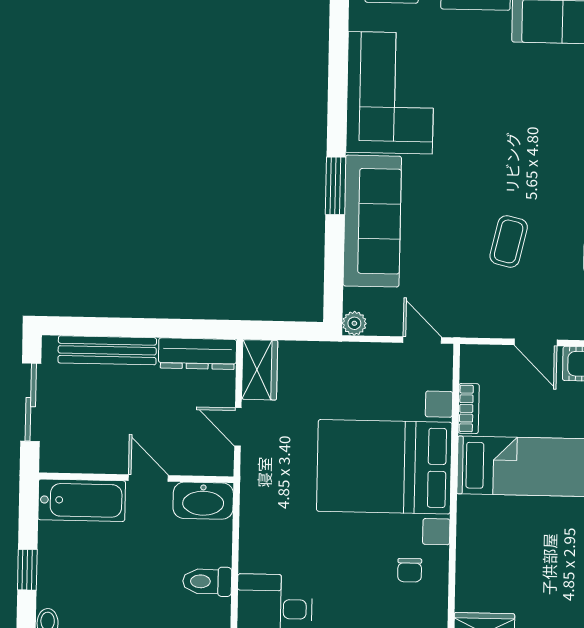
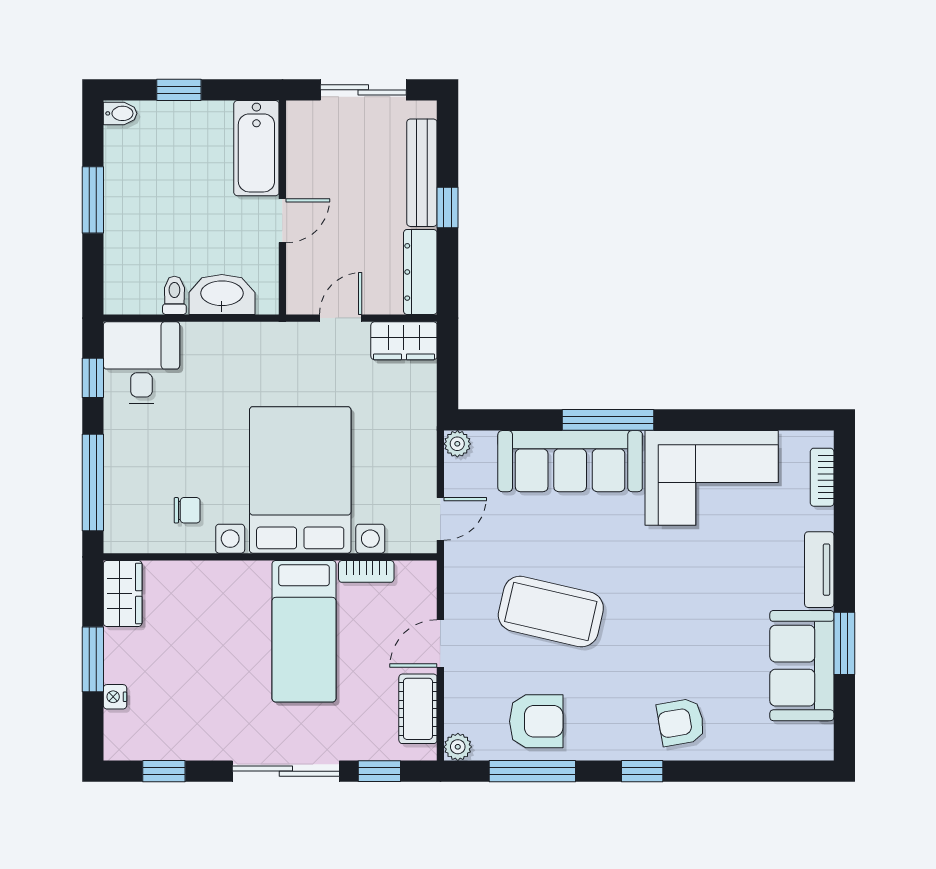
window: (336, 186) -> (608, 420), width x1.44
coffee table: (509, 241) -> (551, 612), width x1.86, depth x1.72
window: (139, 328) -> (447, 208), added
washbasin: (203, 501) -> (222, 294), moved, turned 90
chair: (410, 570) -> (187, 510), turned 180
toilet: (207, 581) -> (174, 295), width x0.73, depth x0.72

